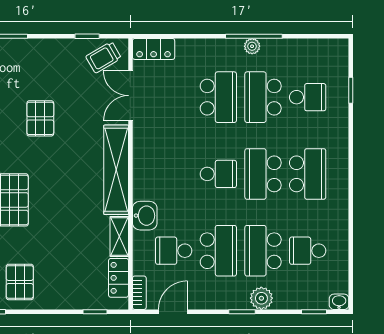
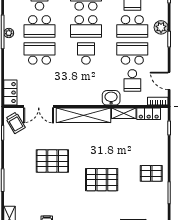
pallet: (40, 118) -> (52, 161), width x1.50, depth x1.42

